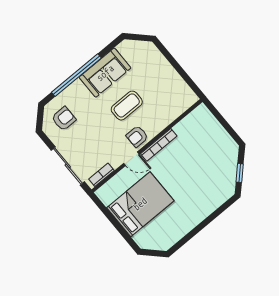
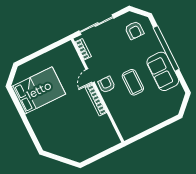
window: (240, 173) -> (58, 158), removed
bed: (140, 204) -> (39, 90), moved, turned -90

